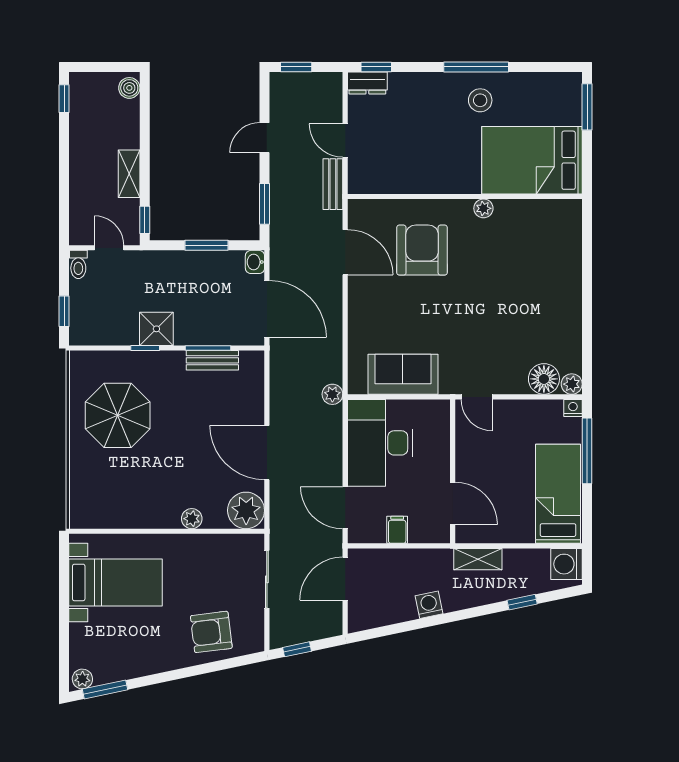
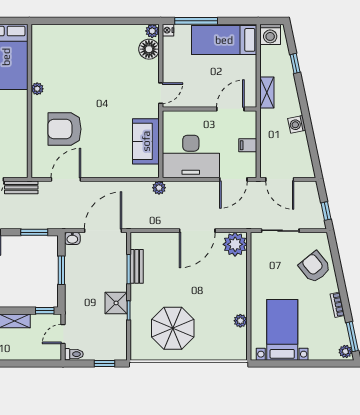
plant: (192, 519) -> (240, 321), moved
armchair: (211, 632) -> (315, 267), turned 148
bookcase: (154, 667) -> (337, 305), added

